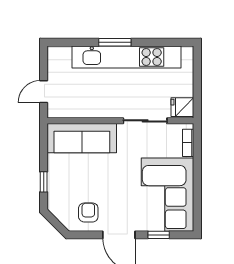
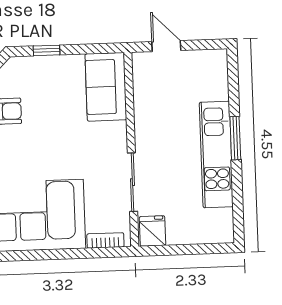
kitchen unit: (127, 57) -> (216, 154), width x0.73
sofa: (82, 138) -> (106, 87), width x0.73

